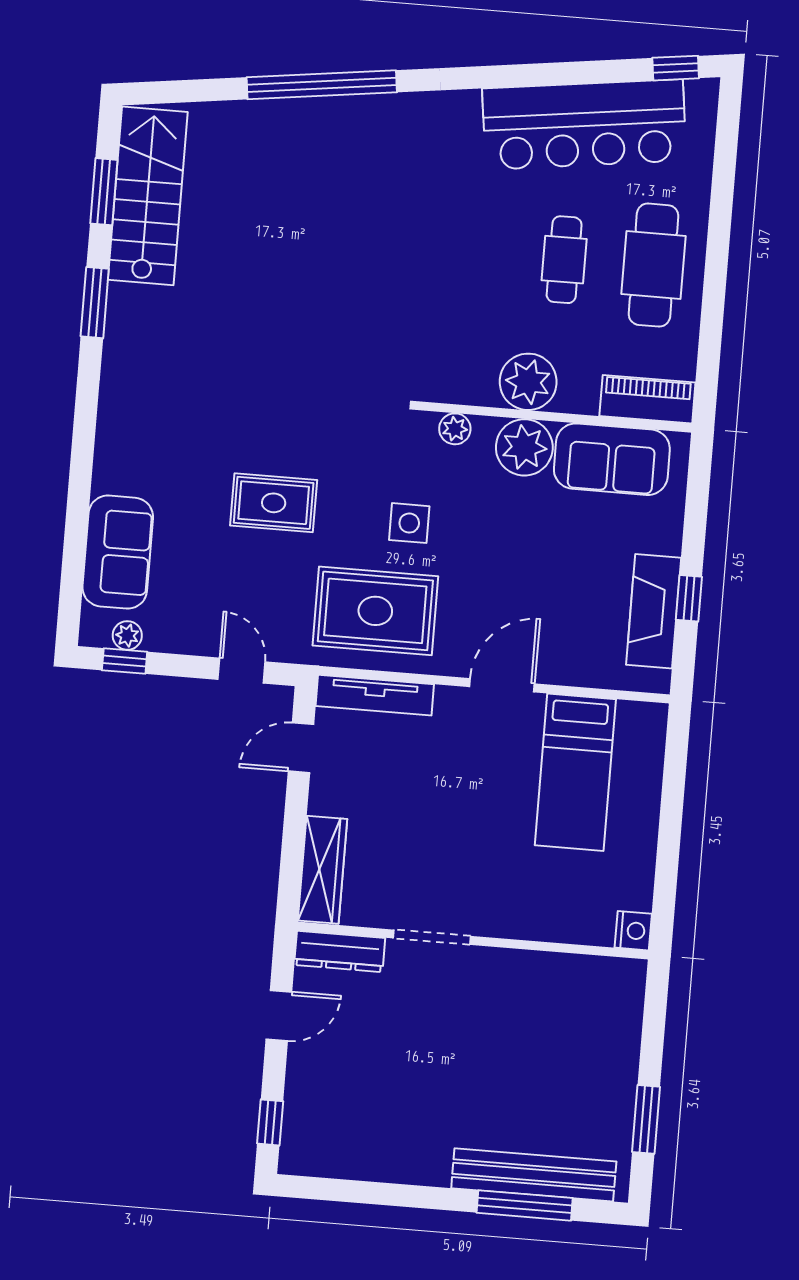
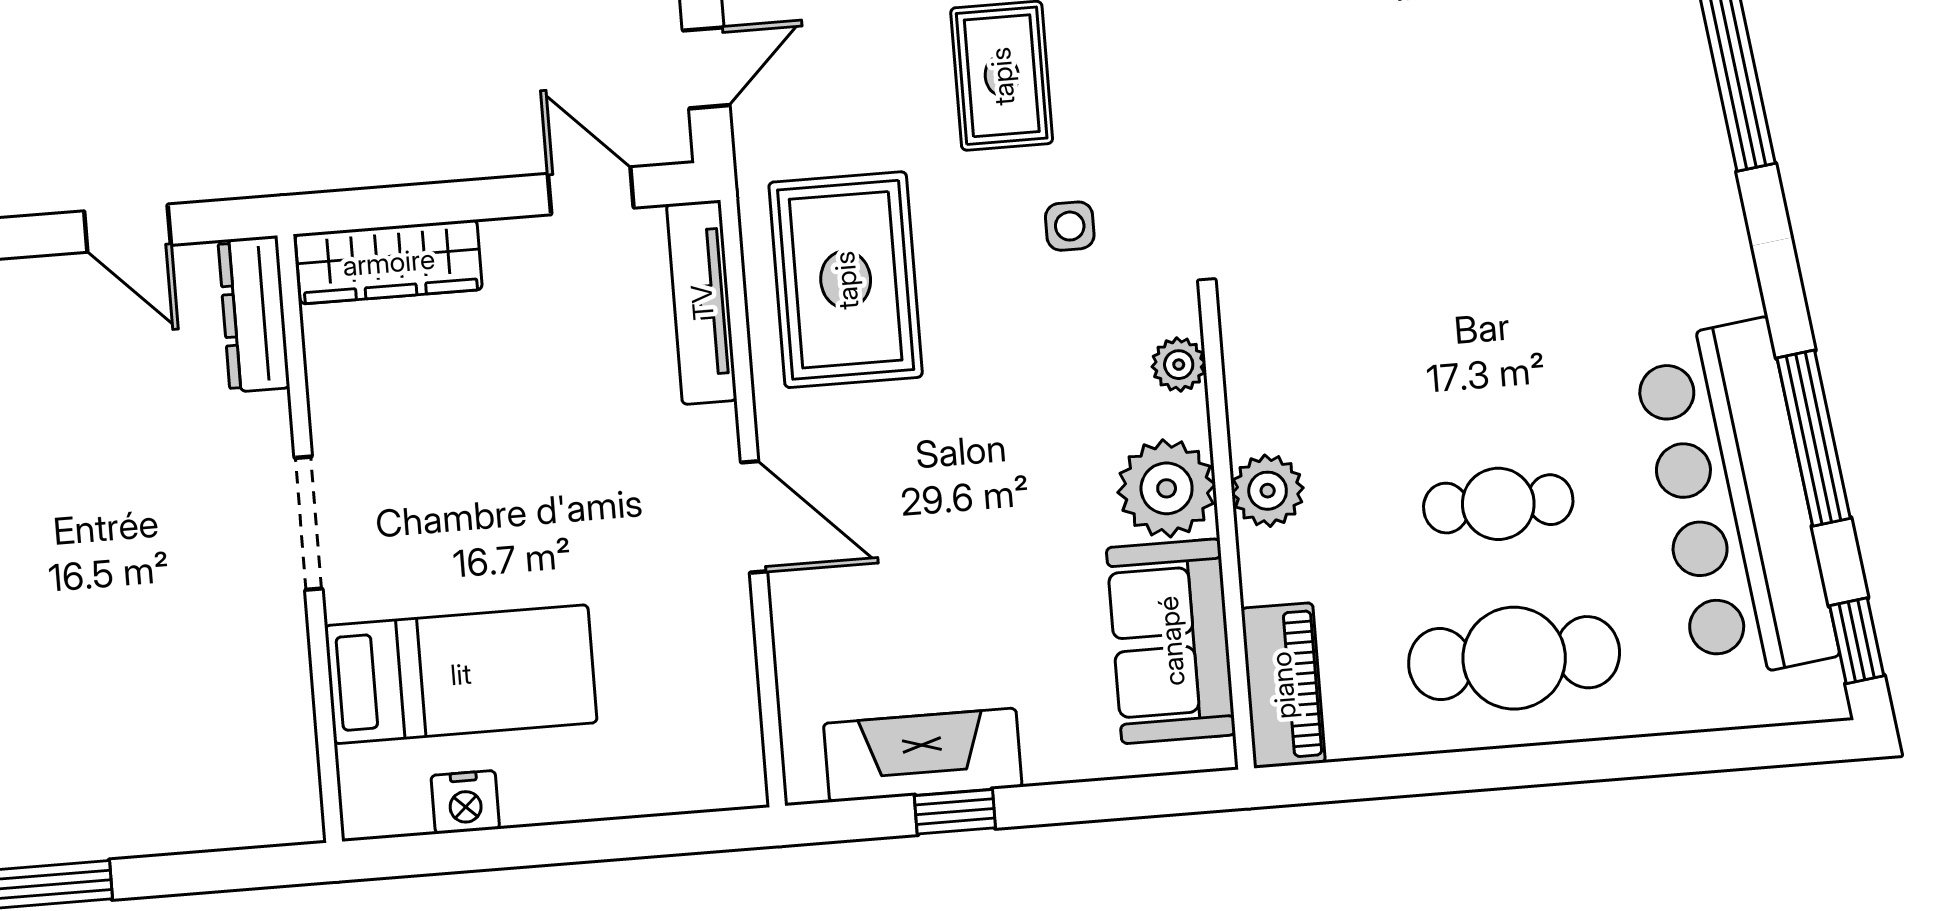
window: (556, 74) -> (1814, 438), added
plant: (528, 382) -> (1268, 491), width x0.73, depth x0.73
side table: (409, 523) -> (1070, 226), moved, width x0.73, depth x0.73
bed: (575, 772) -> (461, 674), moved, turned 180
nightstand: (633, 931) -> (465, 802), moved
doorway: (432, 937) -> (309, 523), moved

